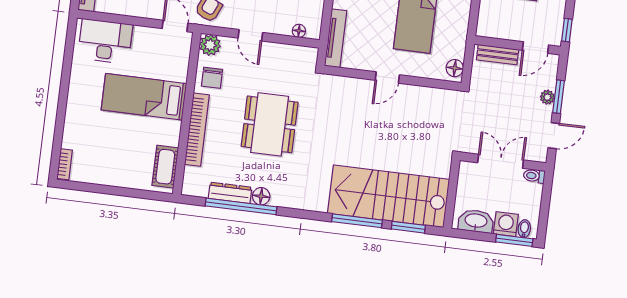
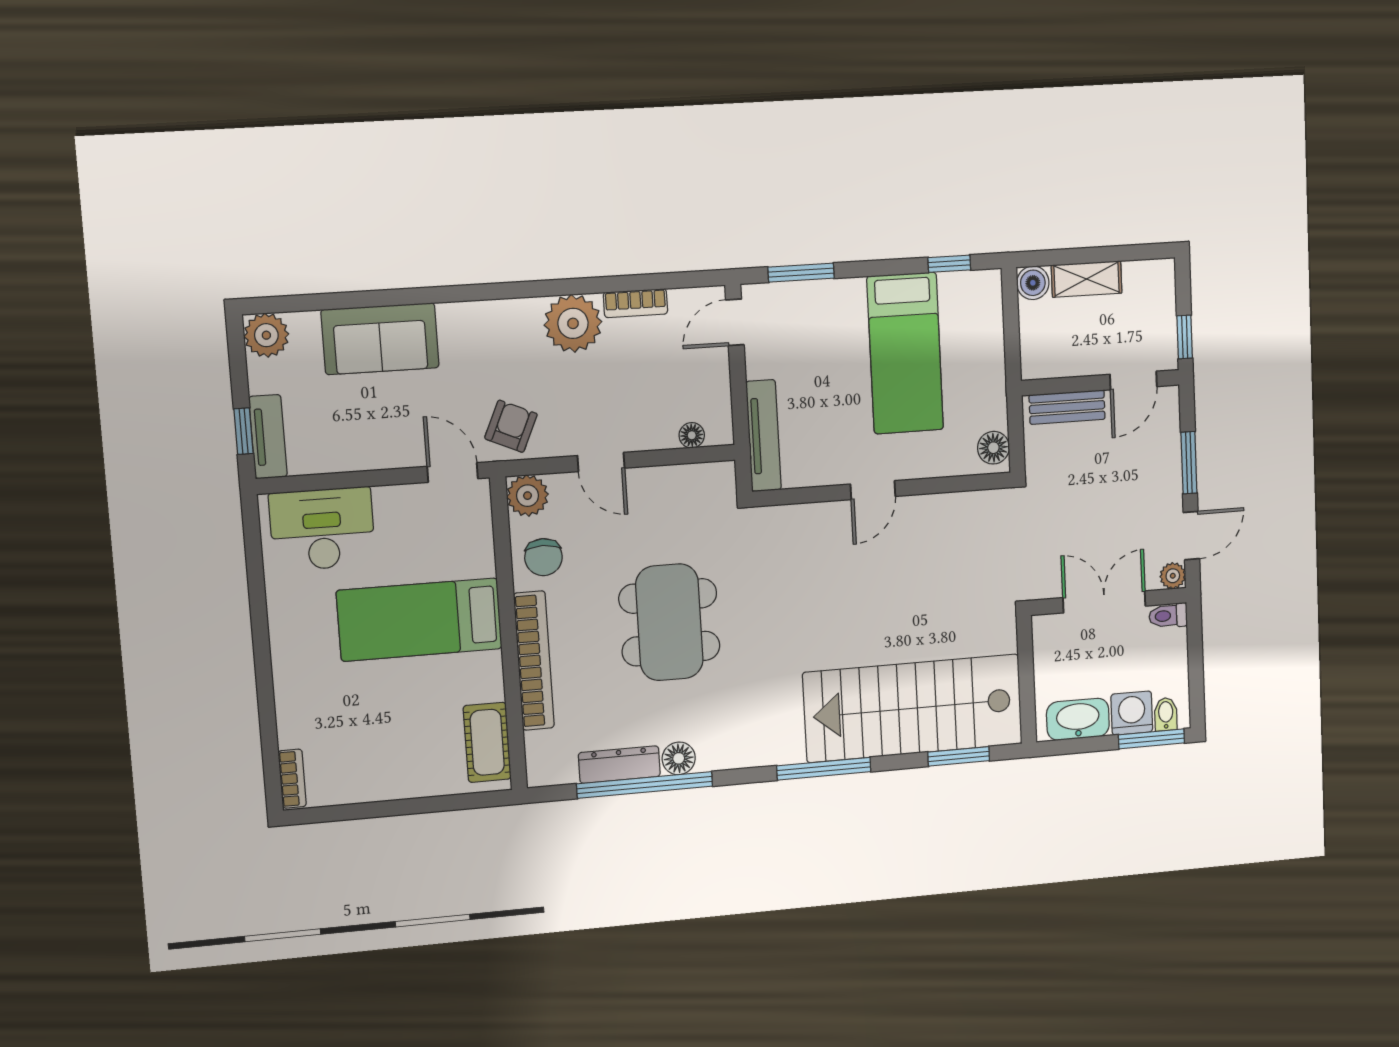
plant: (547, 97) -> (1173, 576), moved
window: (357, 221) -> (824, 769), moved

